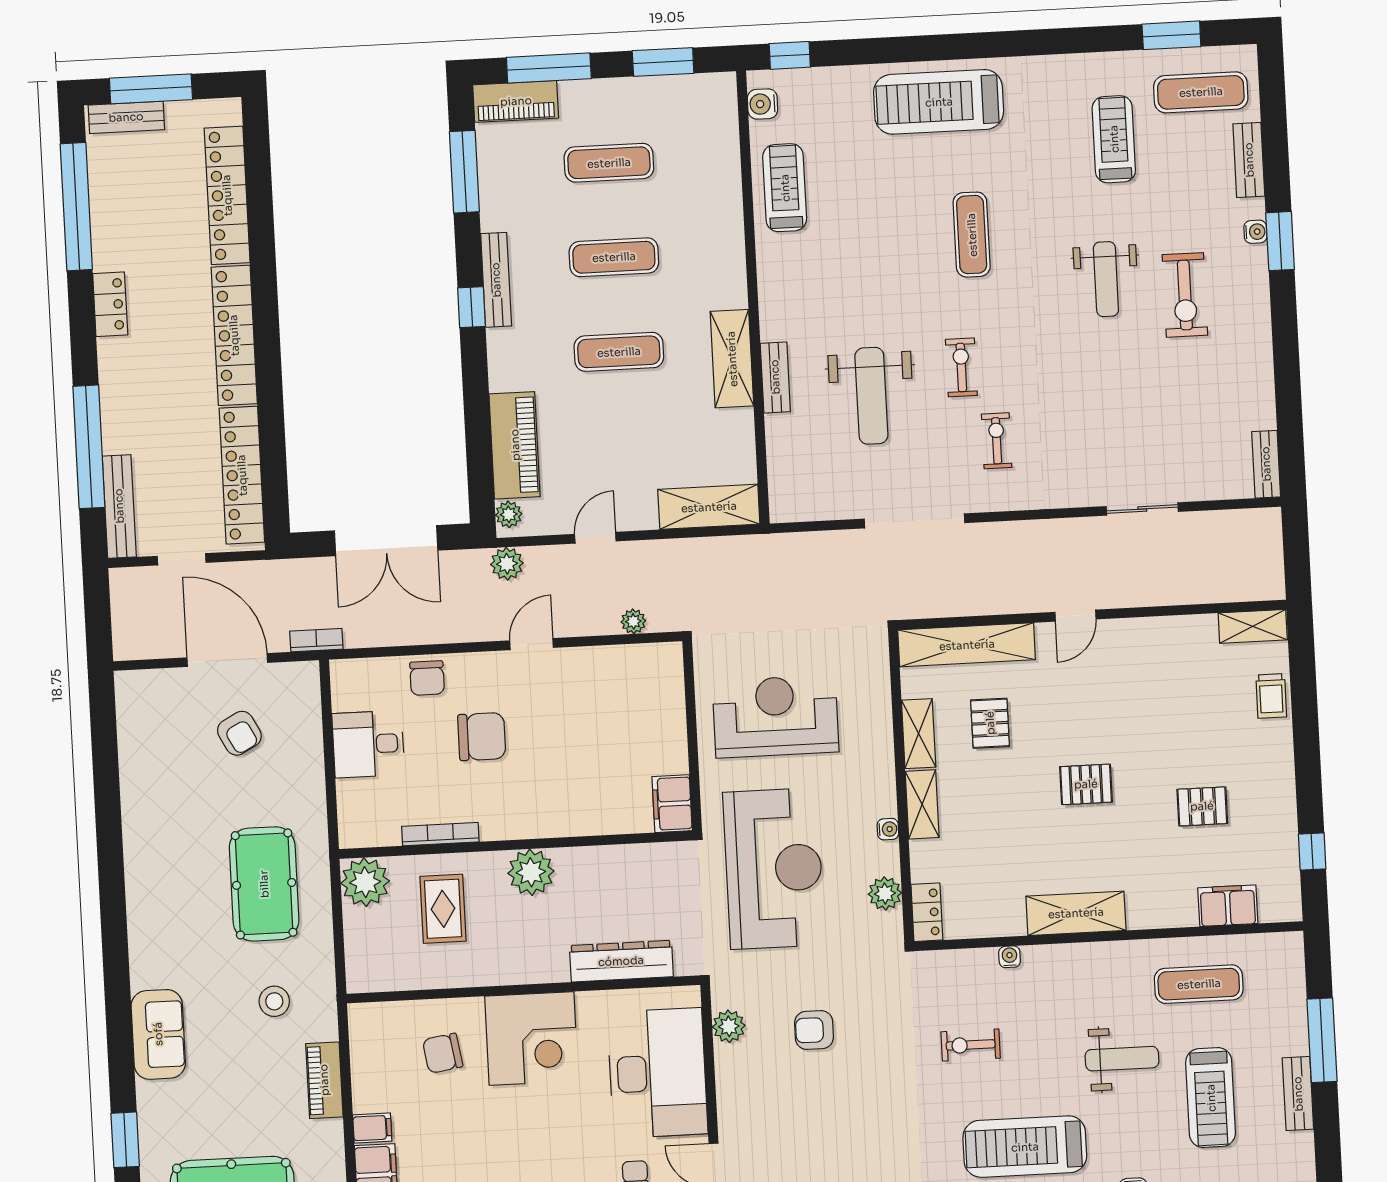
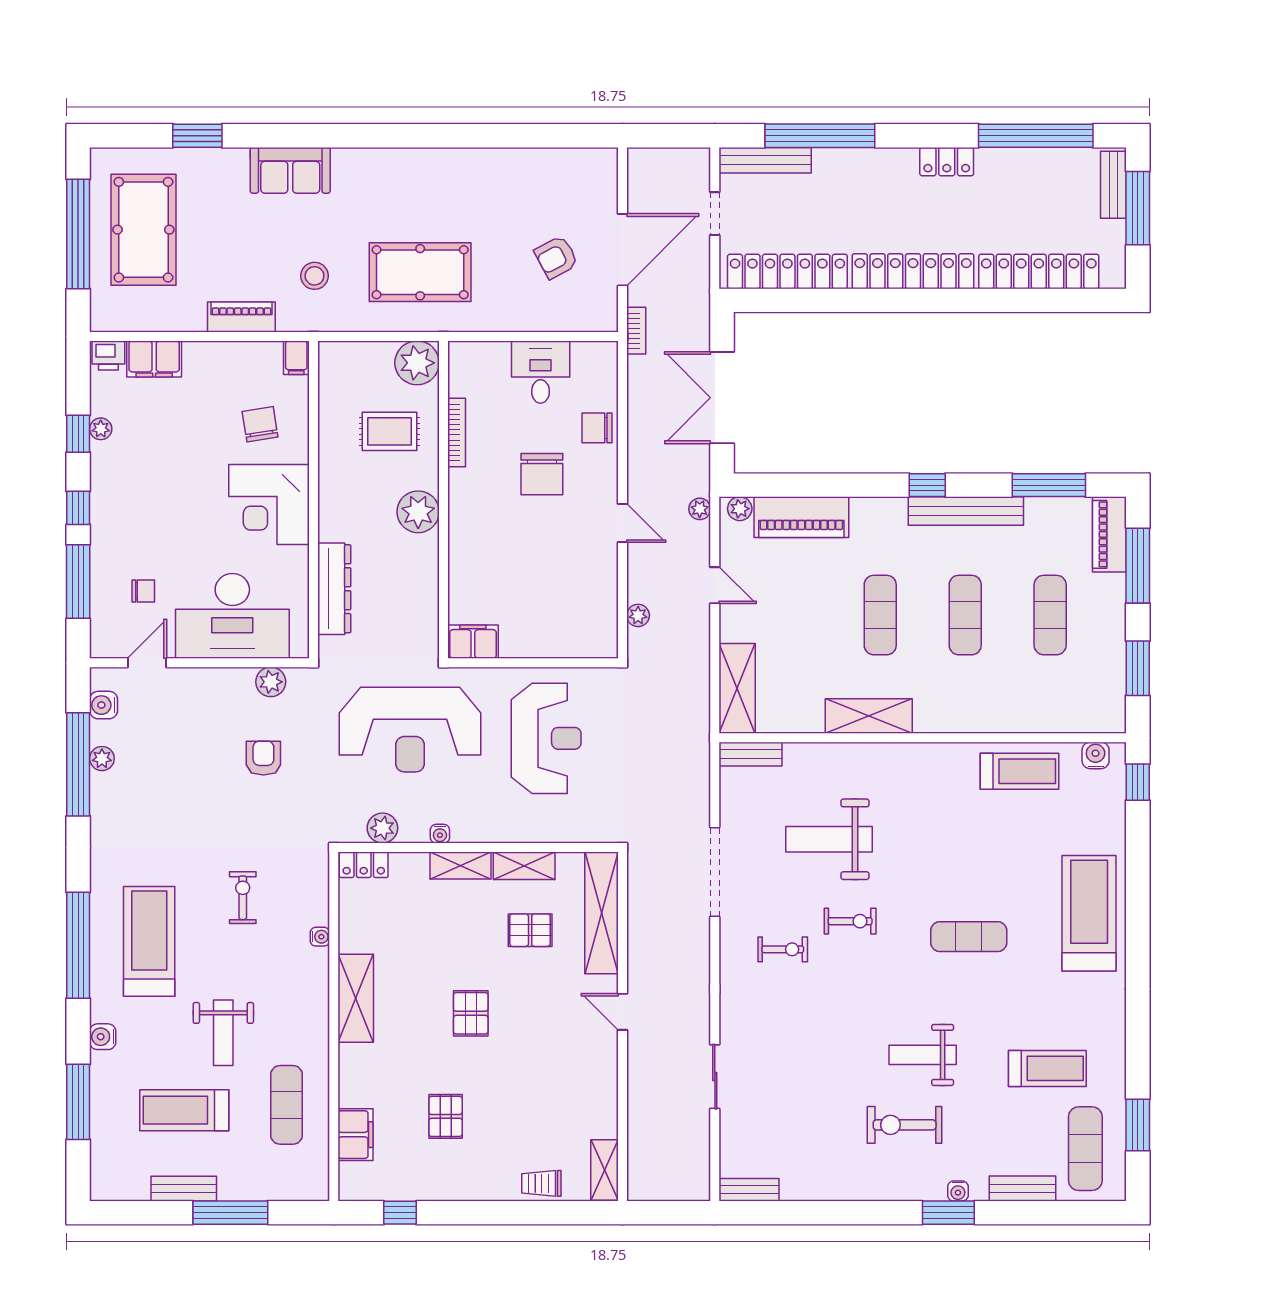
bench: (496, 280) -> (966, 511), width x1.37, depth x1.21
bench: (775, 377) -> (750, 754), moved
plant: (507, 564) -> (700, 509), width x0.73, depth x0.73
filing cabinet: (372, 1128) -> (296, 358), moved

